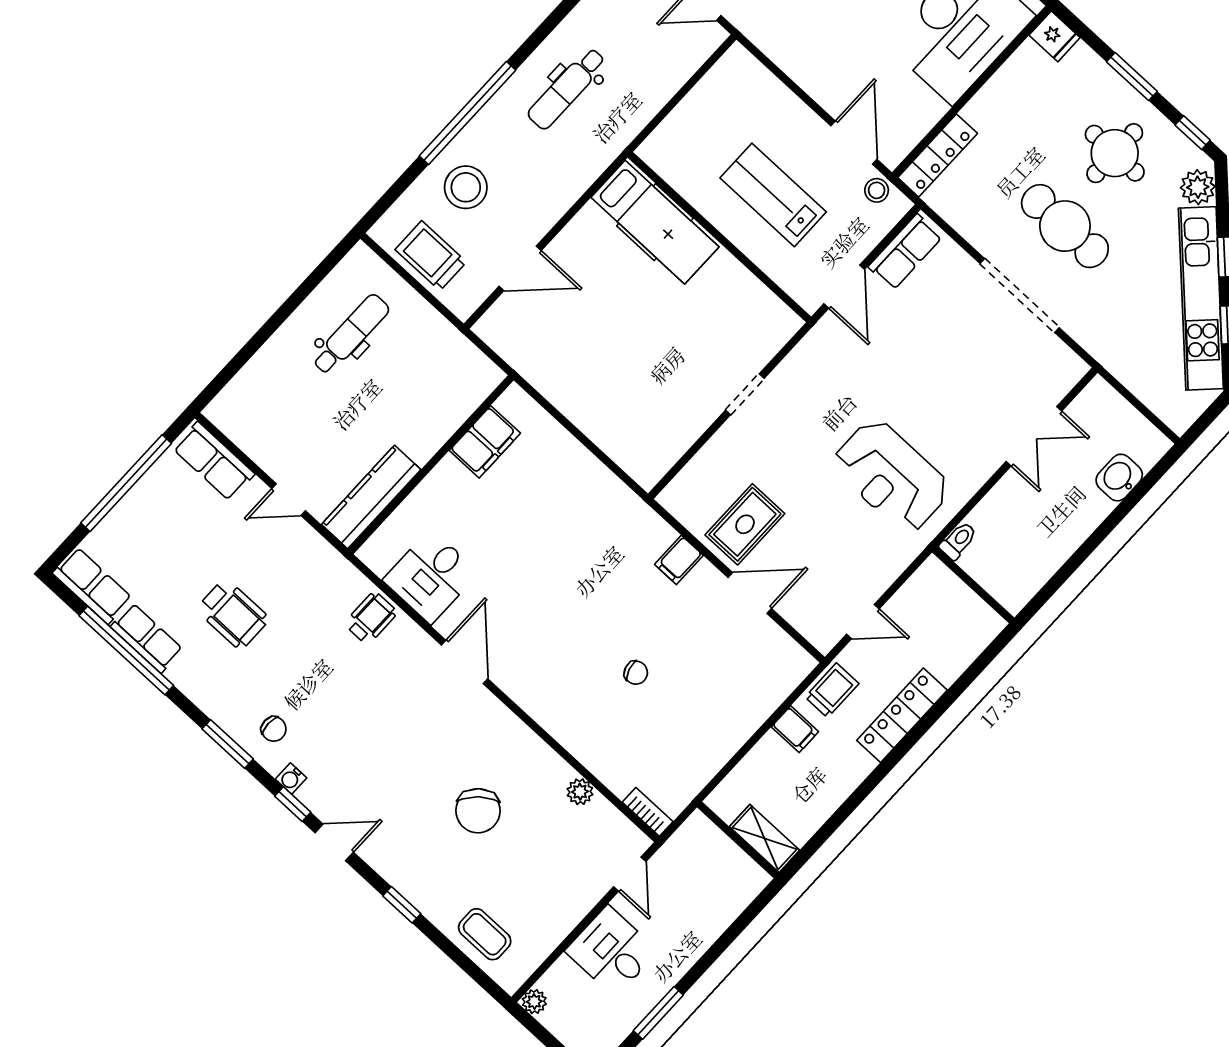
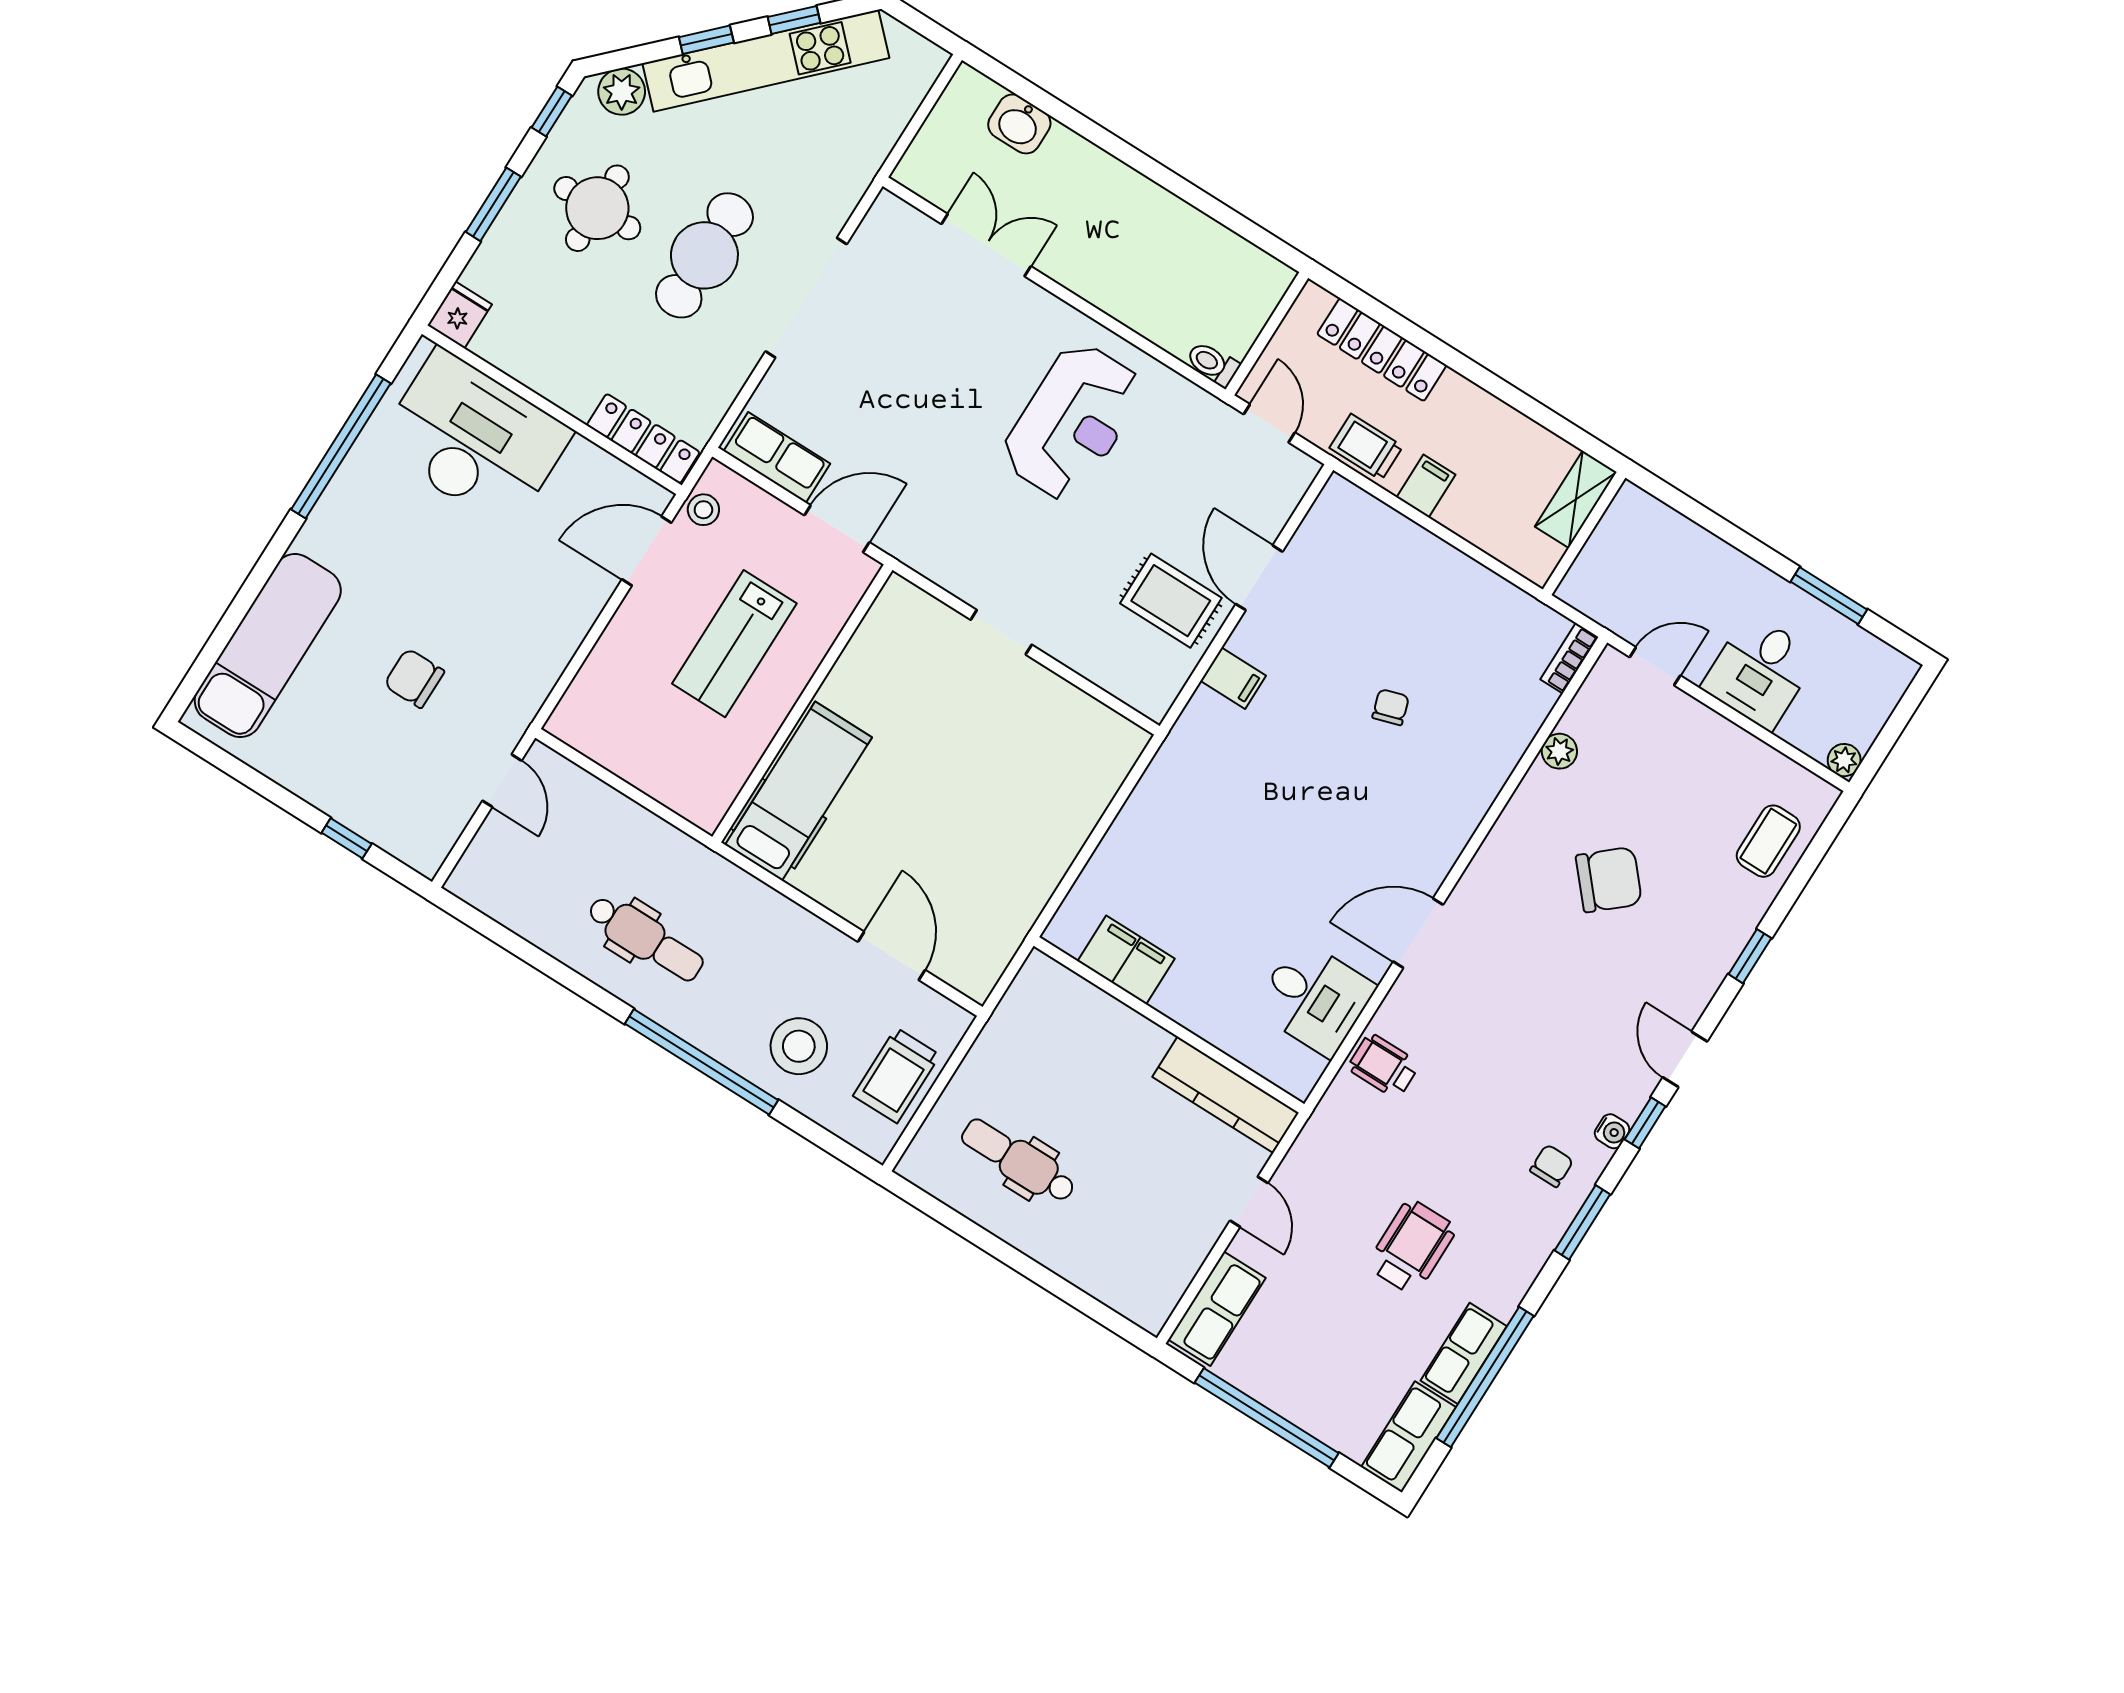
toilet: (958, 541) -> (1213, 364), moved
wall: (973, 585) -> (1267, 334), moved

